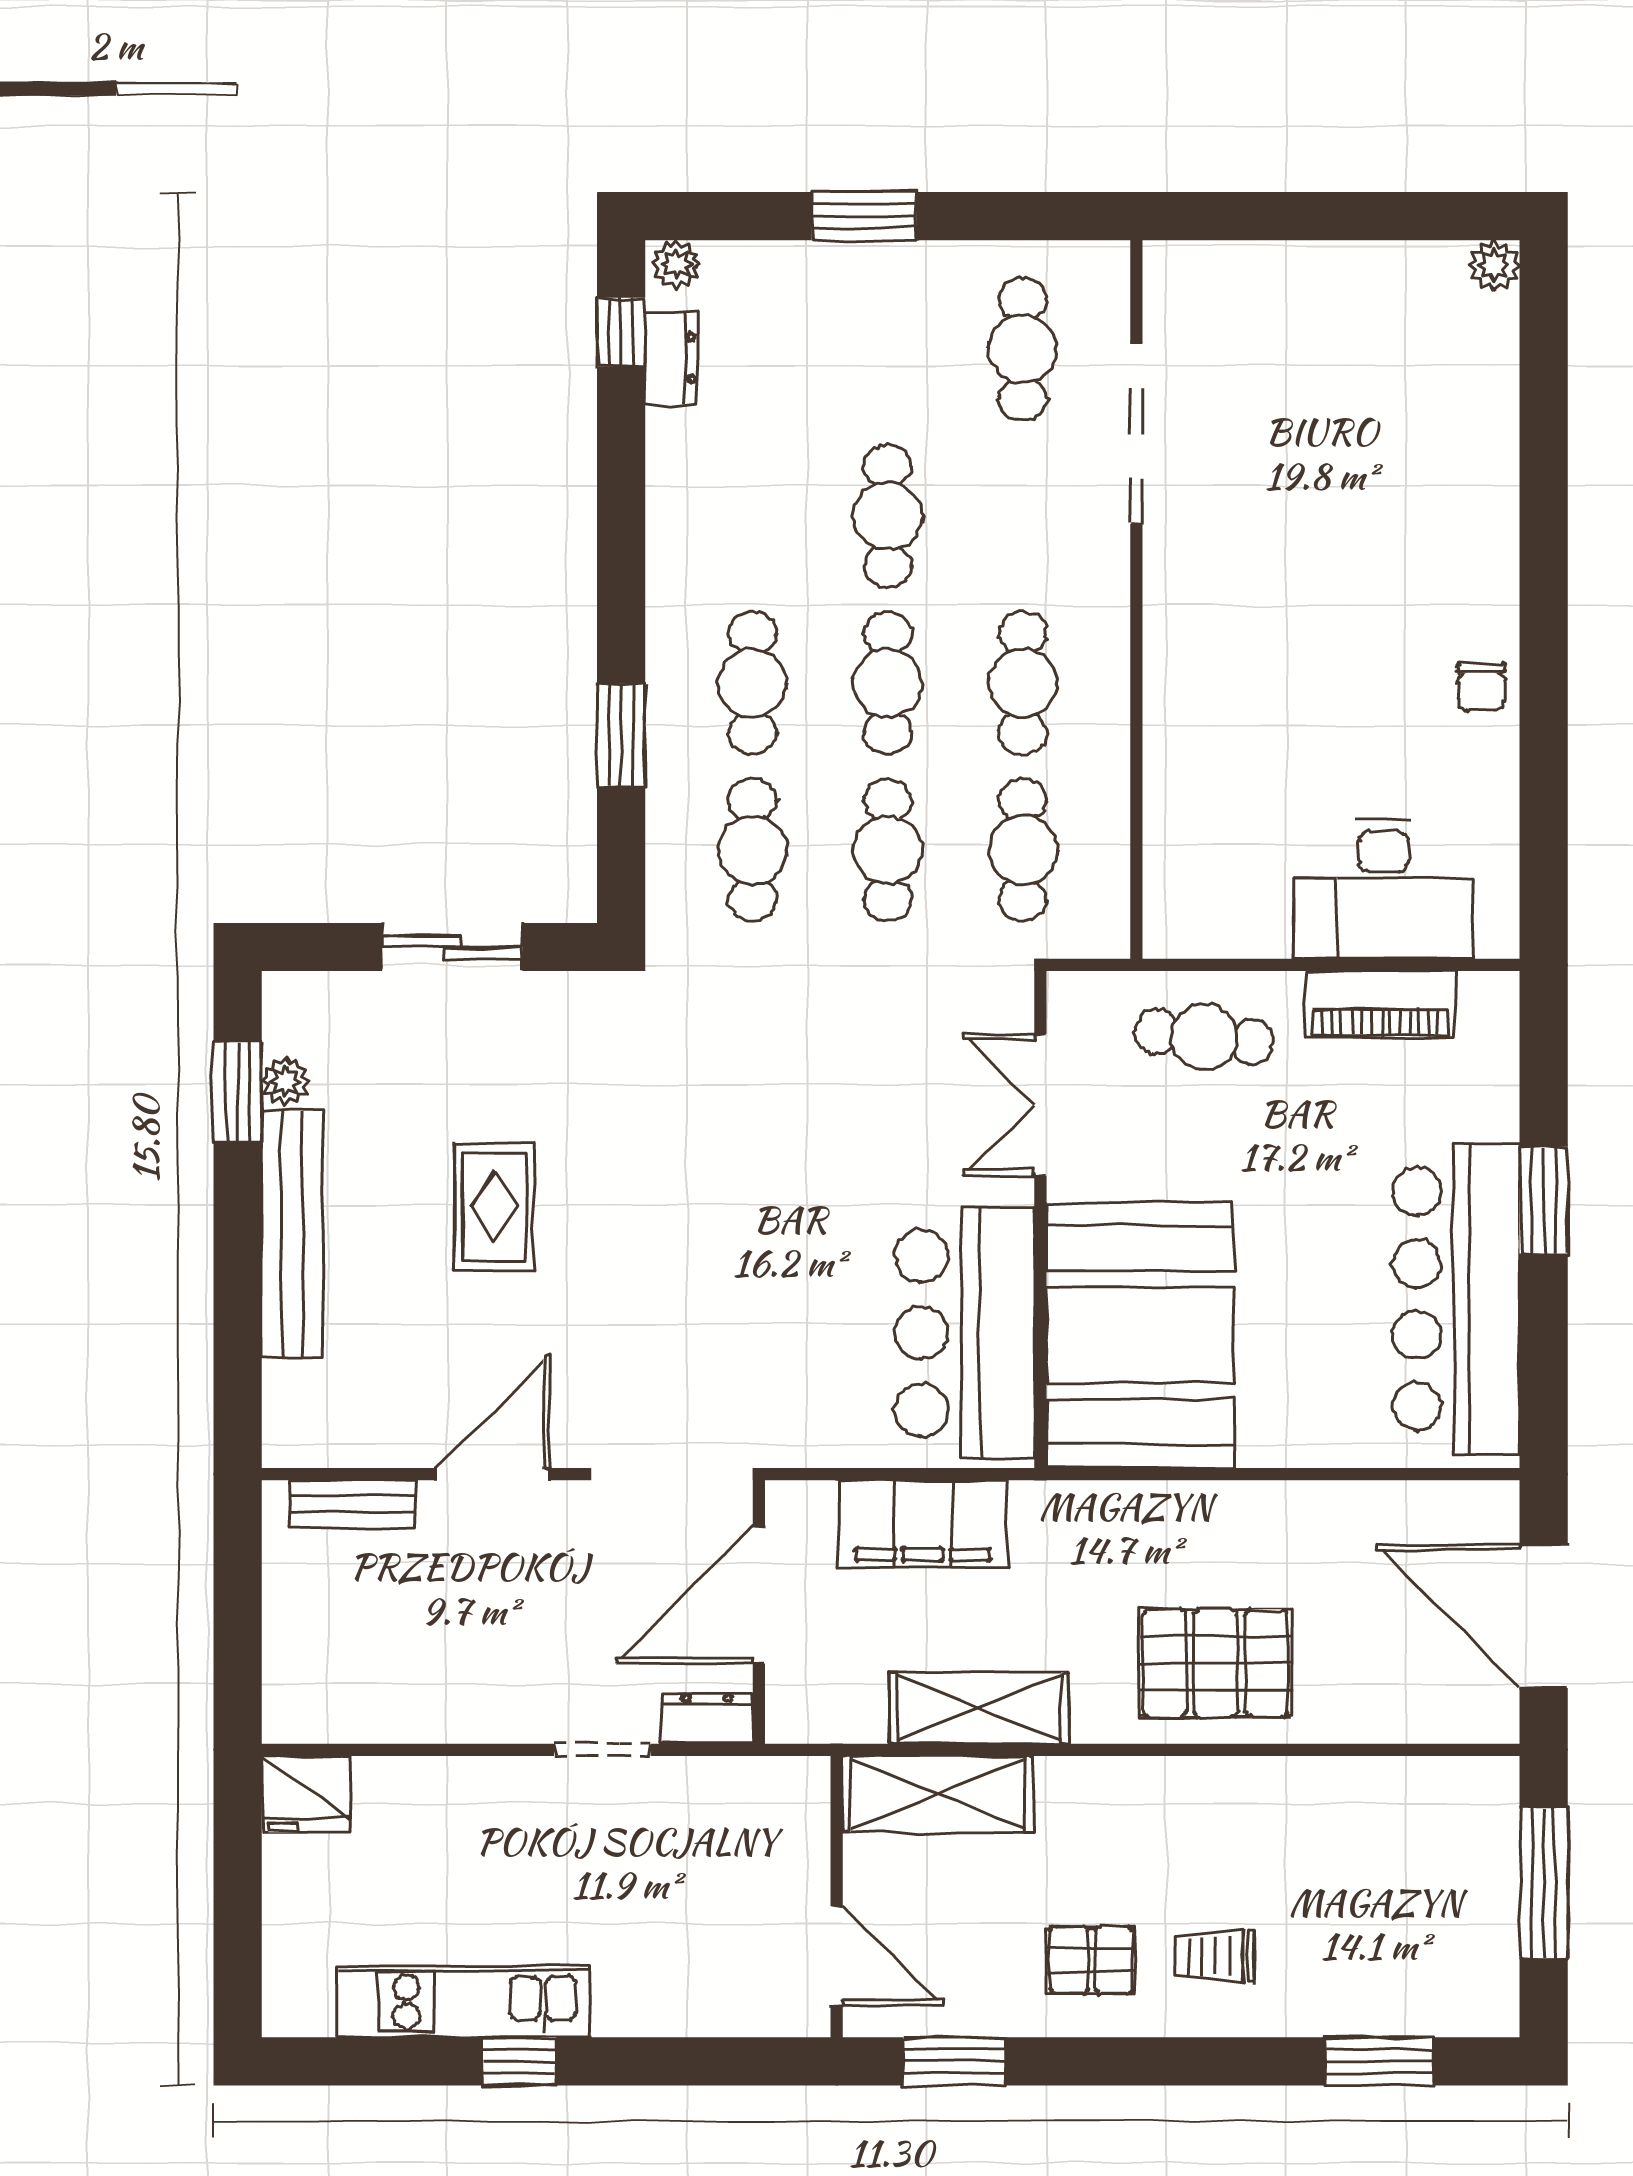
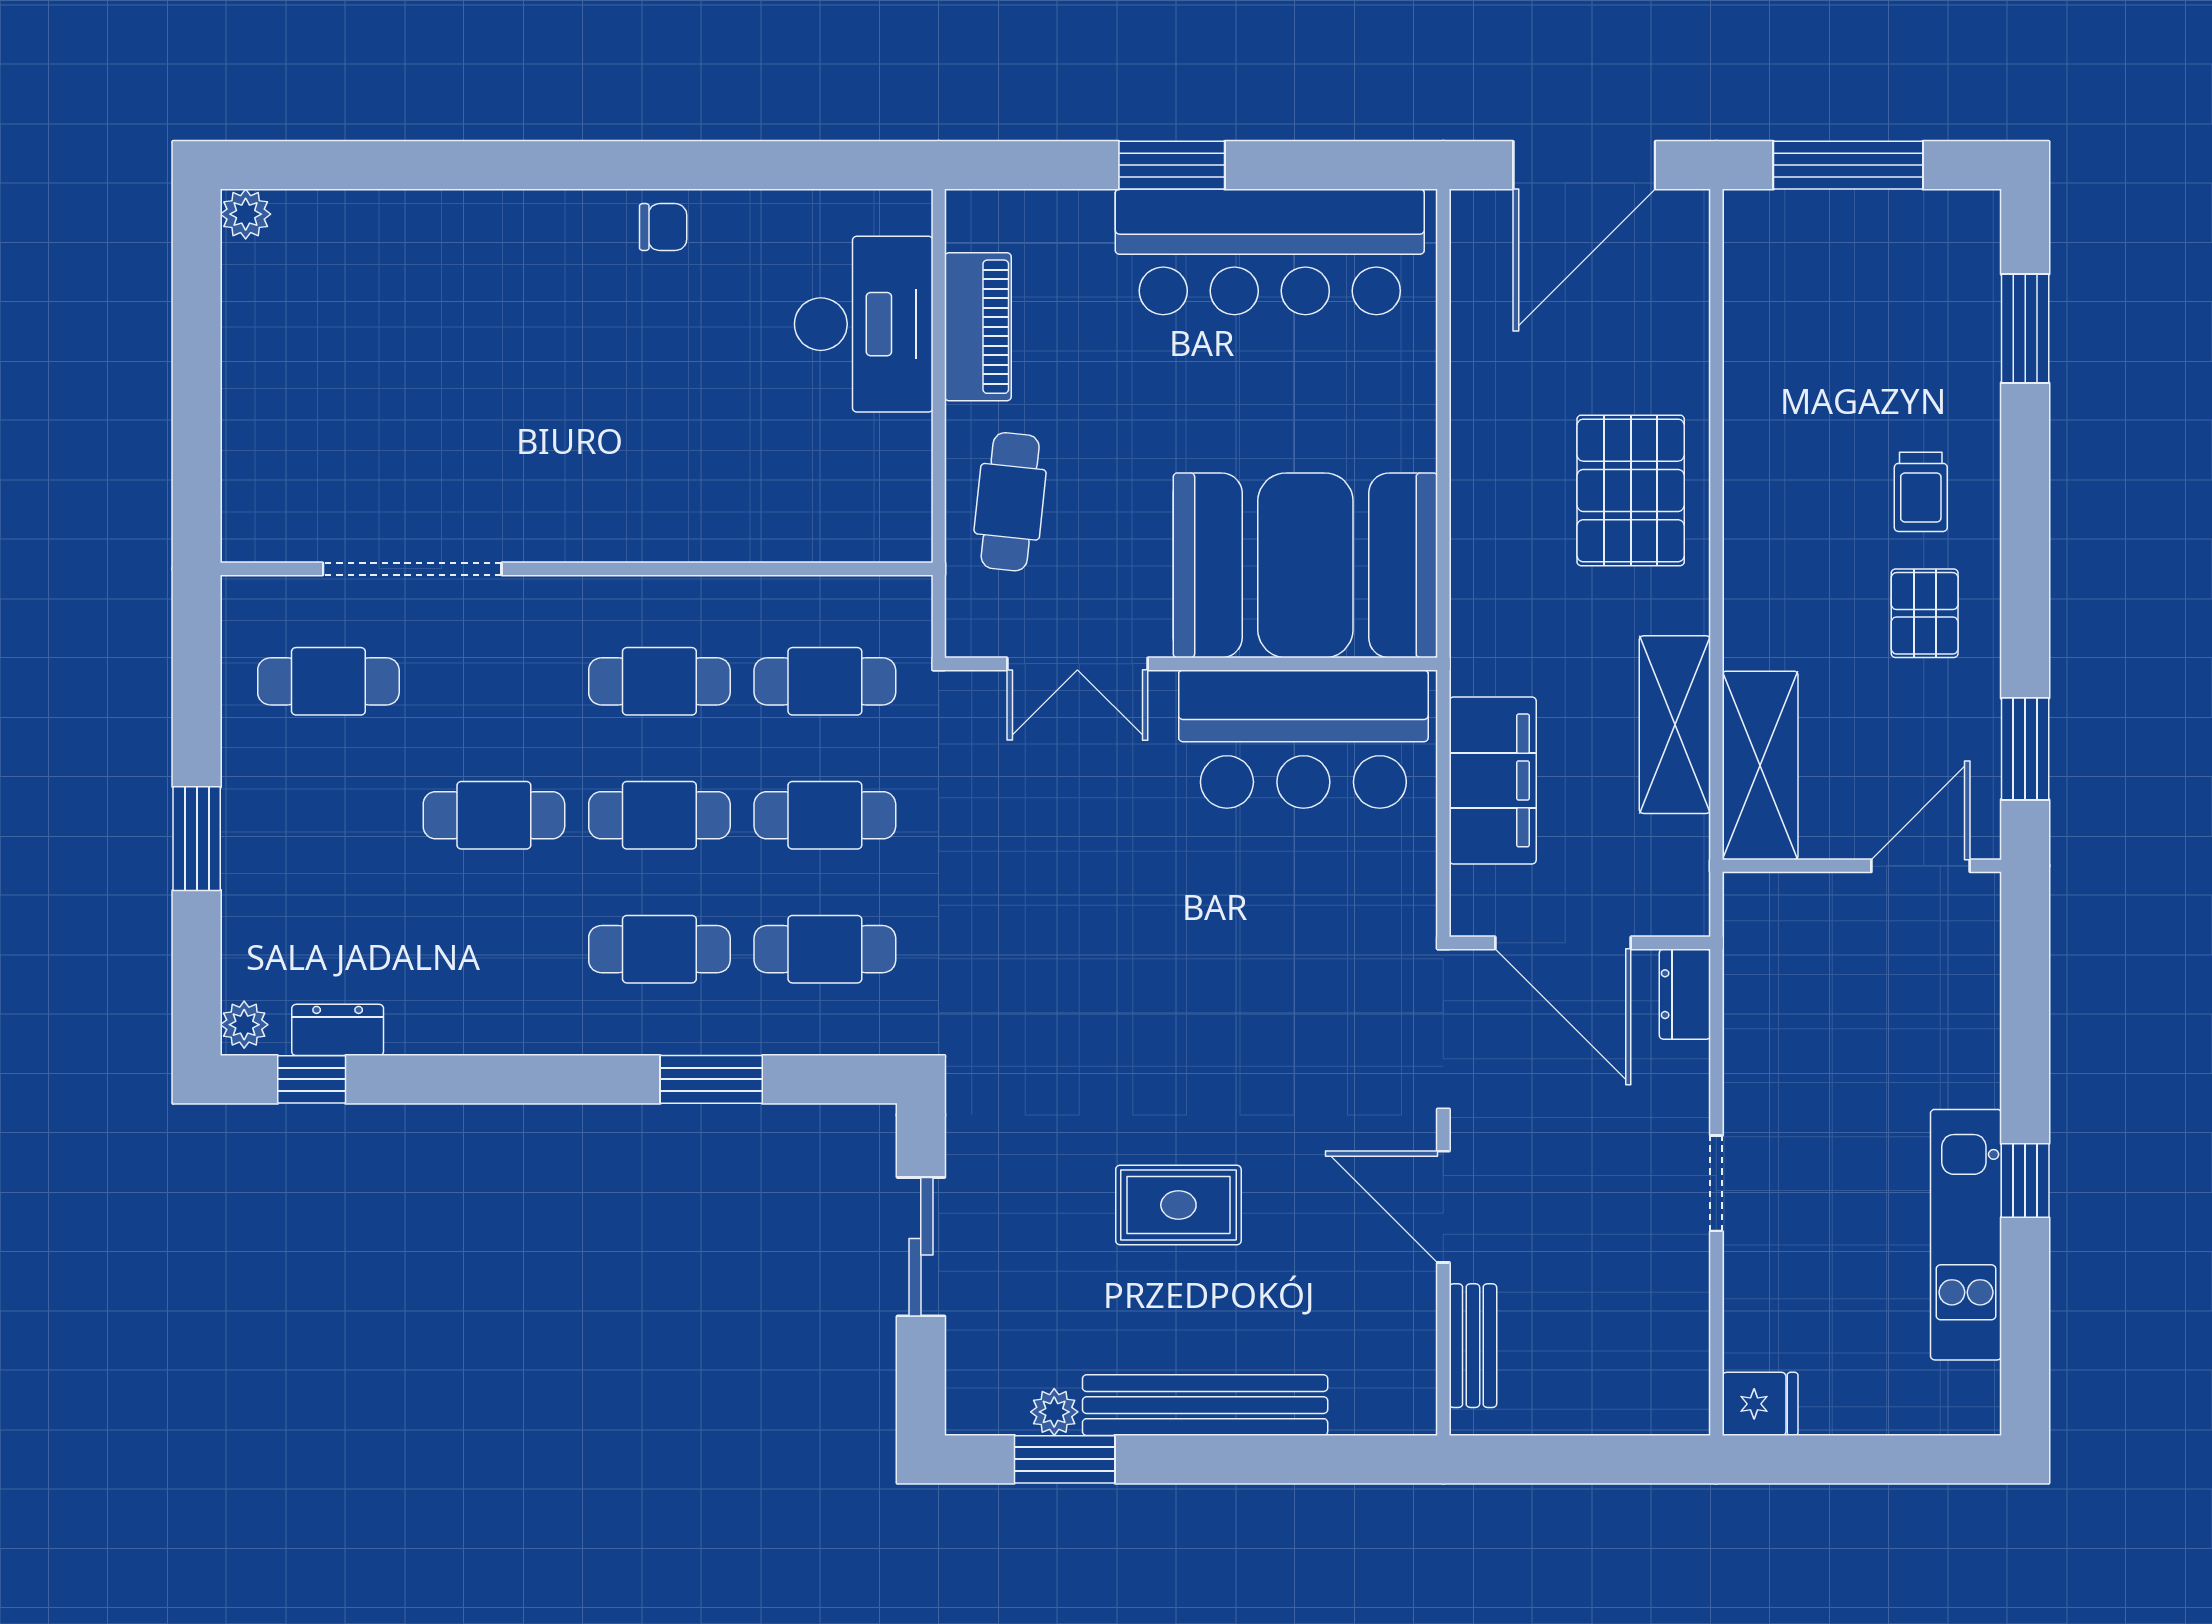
doorway: (602, 1750) -> (1716, 1183), moved
fridge: (306, 1794) -> (1760, 1404), width x0.72

